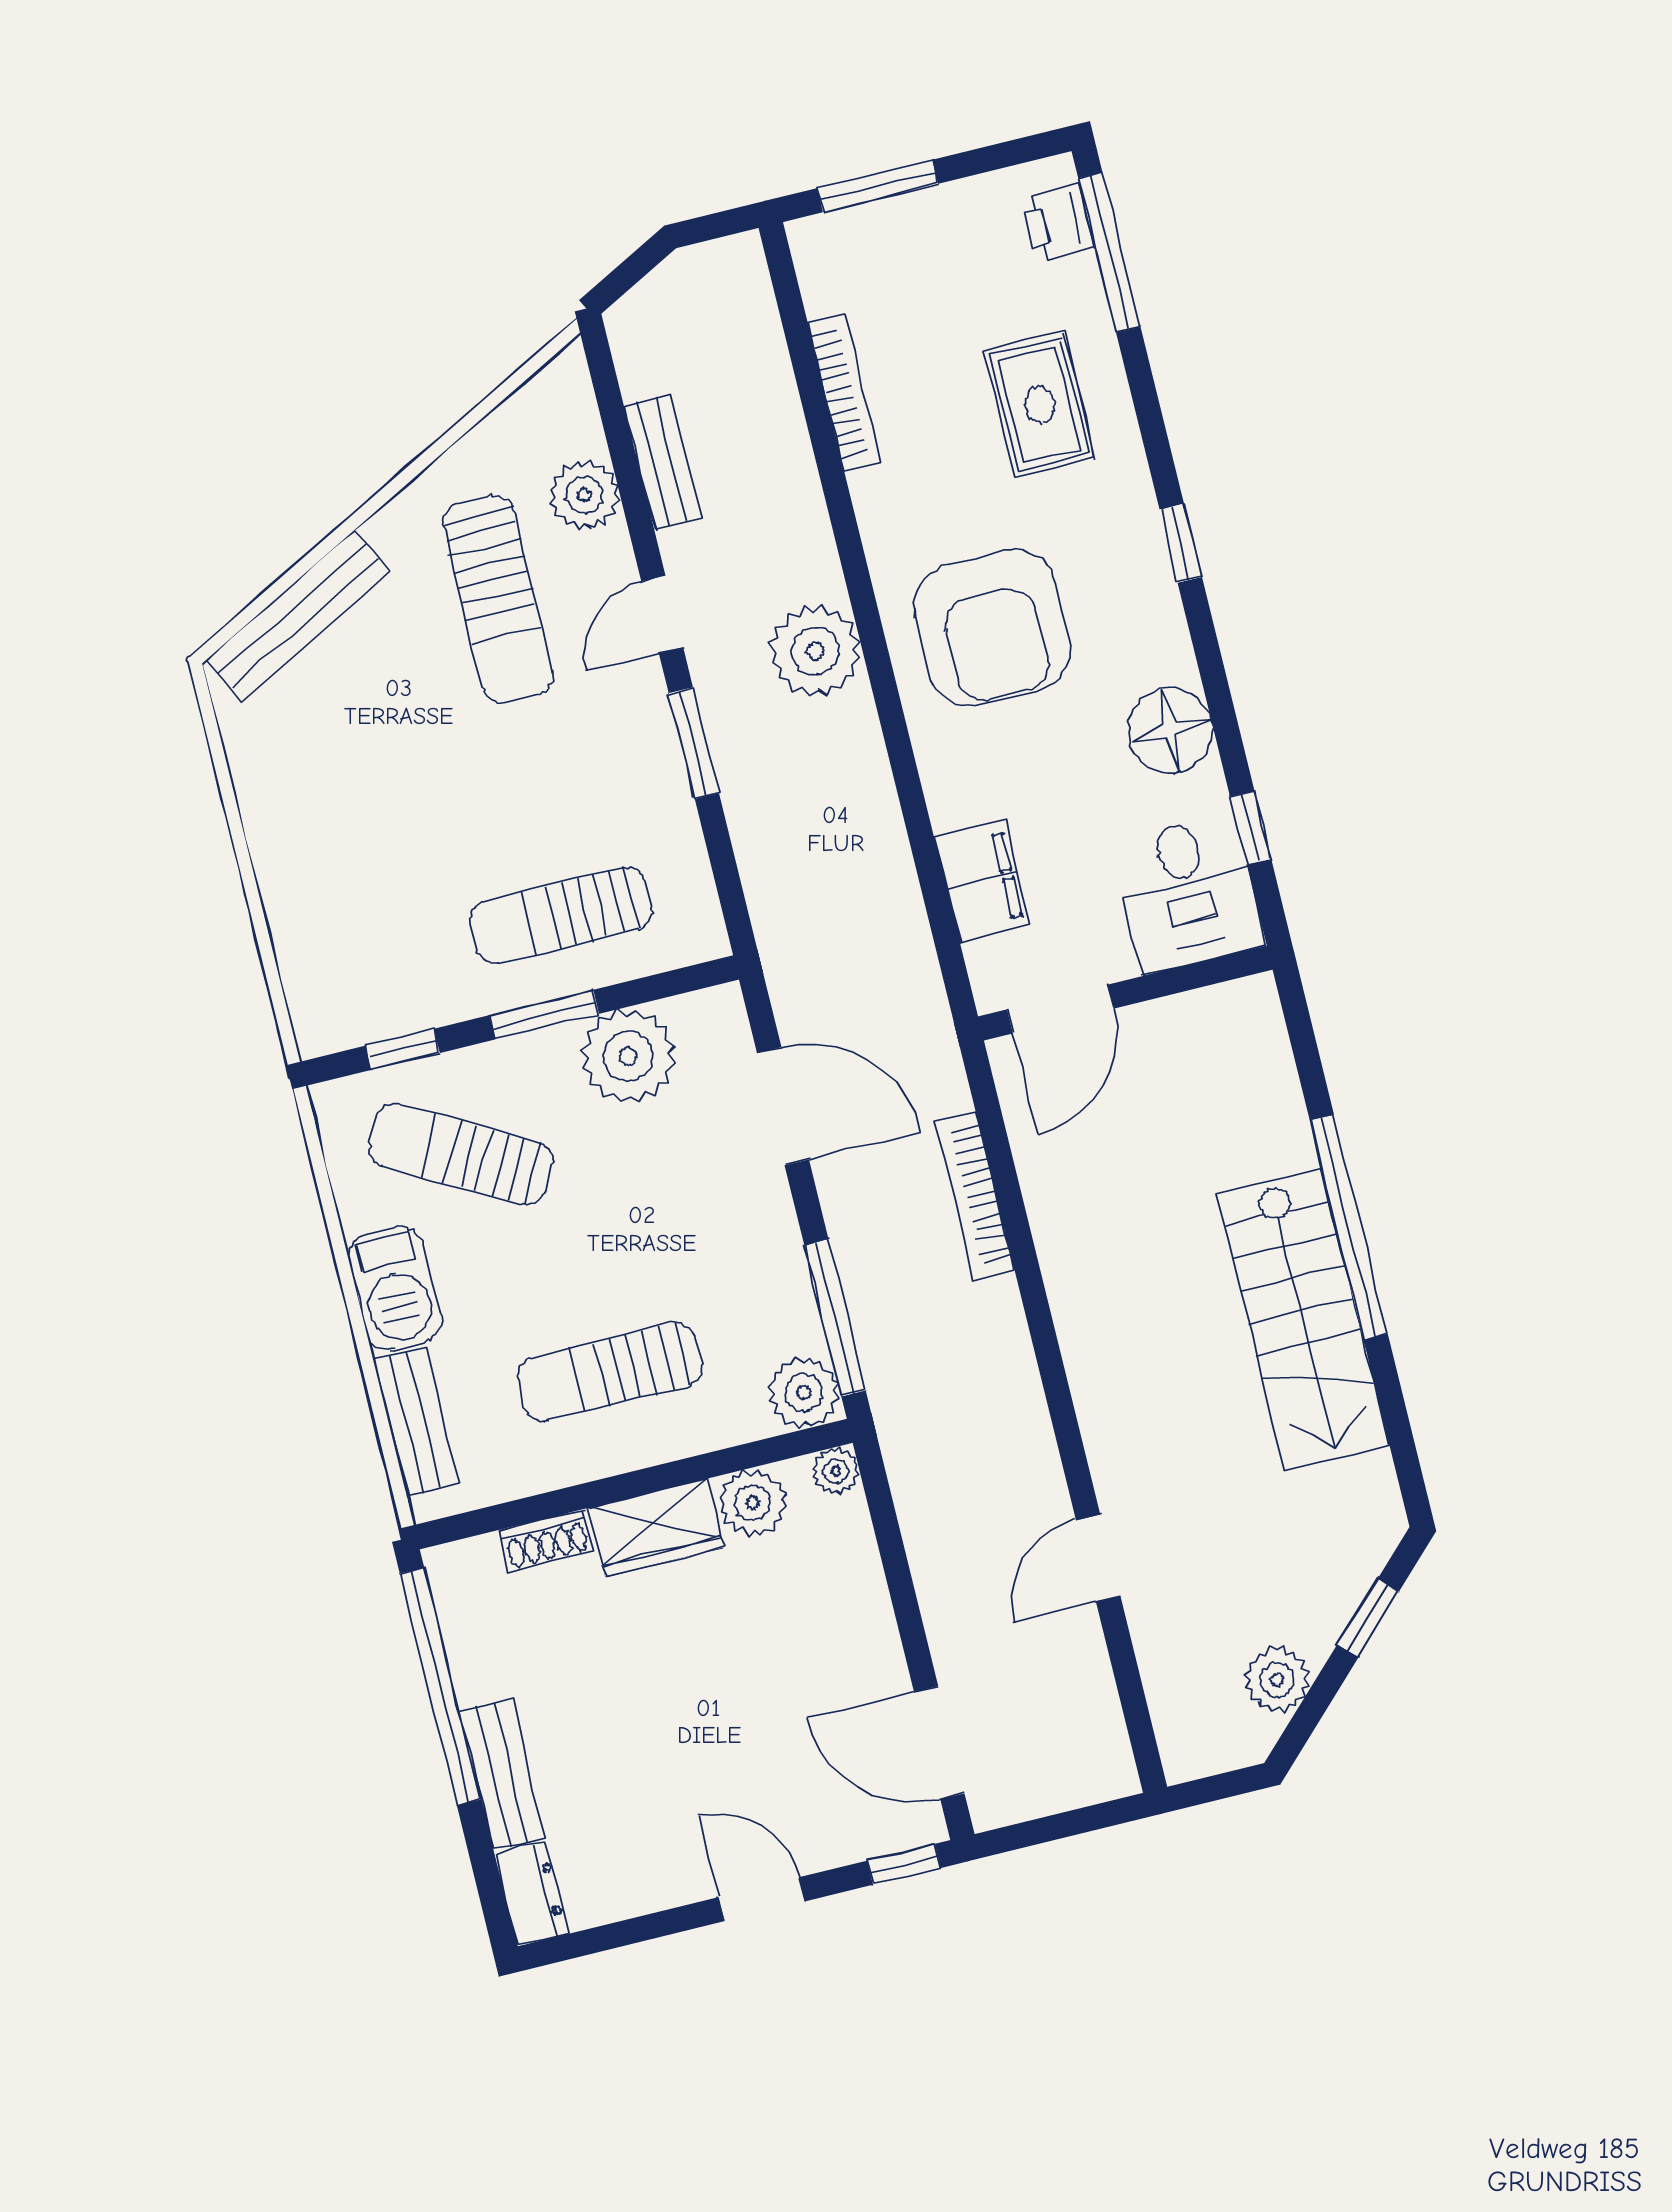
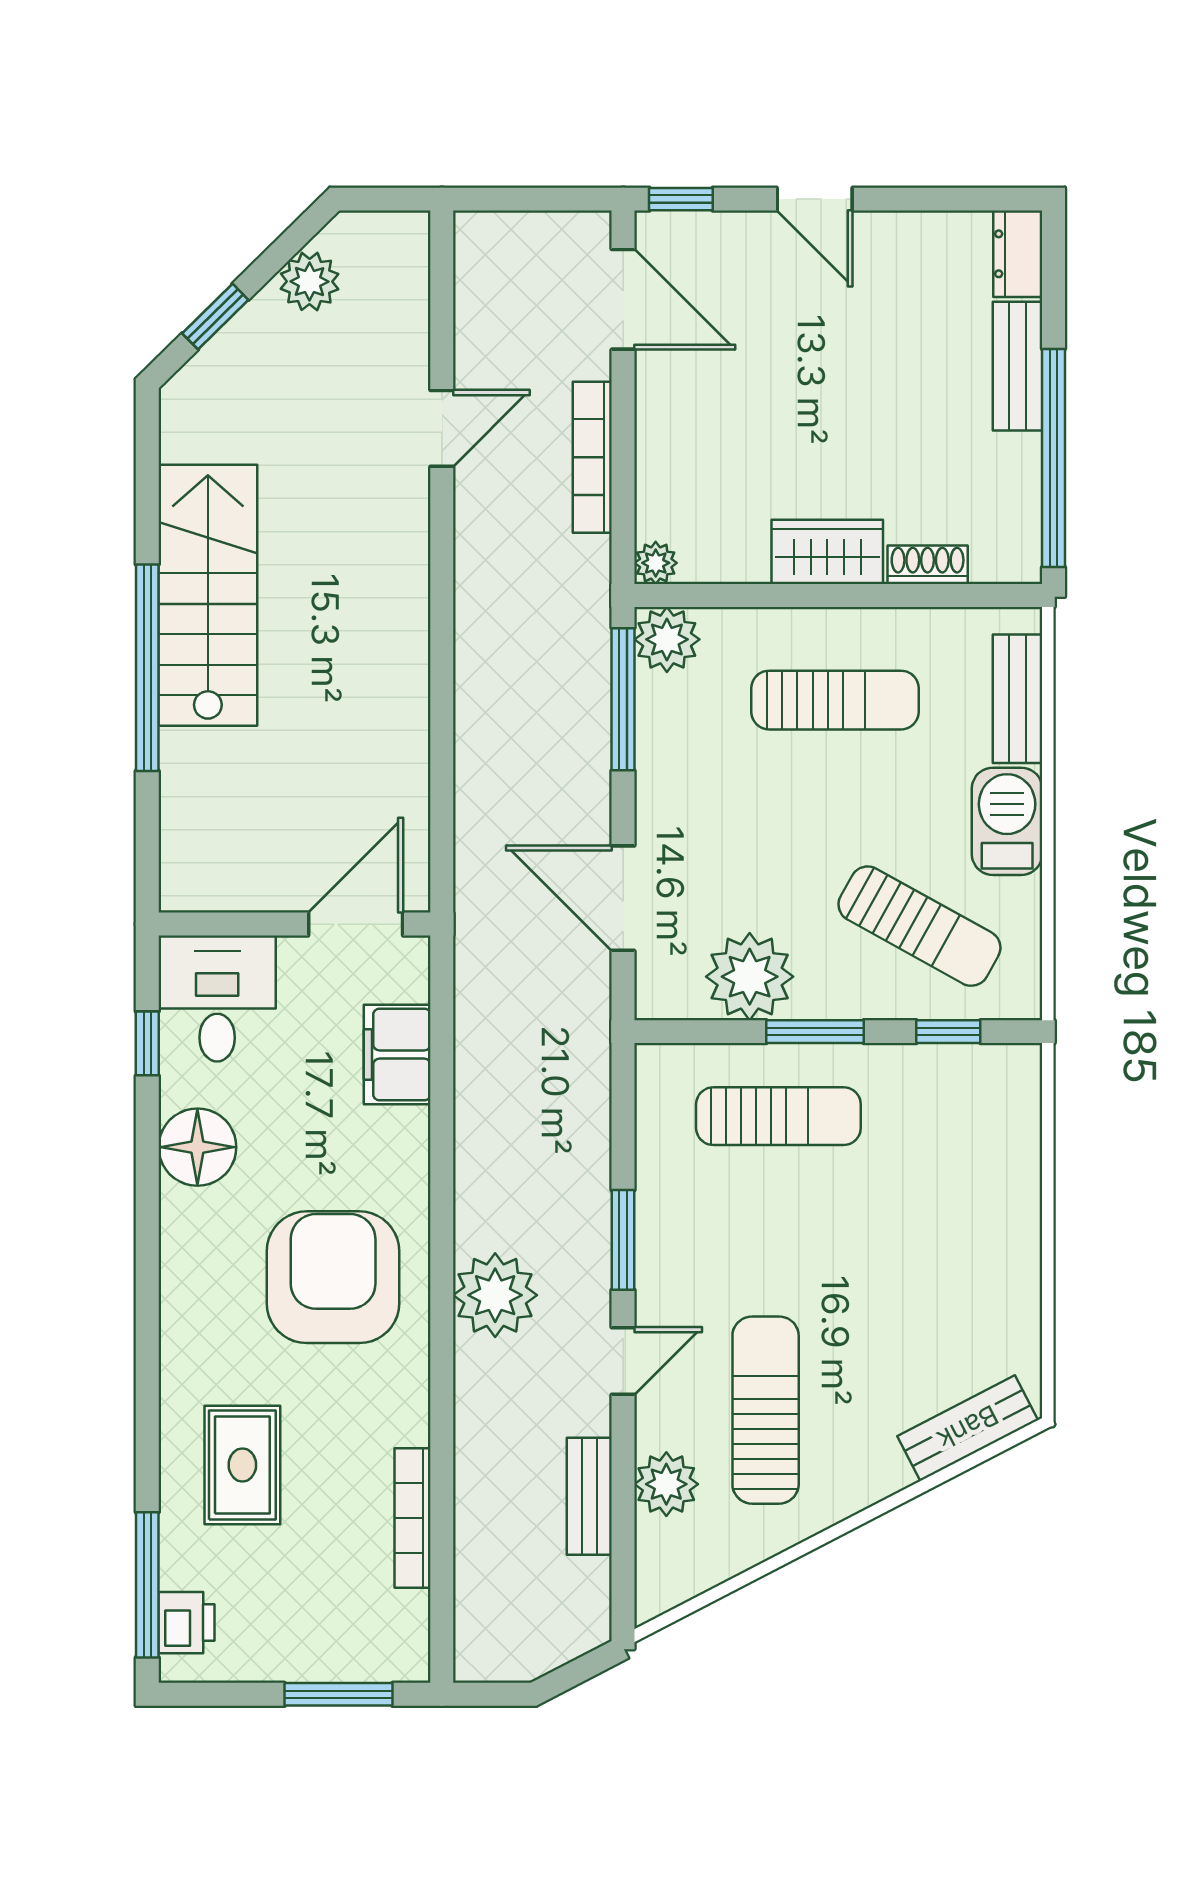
window: (1181, 543) -> (147, 1311), removed
bench: (298, 616) -> (968, 1428), width x0.73
bookcase: (975, 1196) -> (592, 457), moved, turned 180
plant: (753, 1502) -> (736, 553), removed

